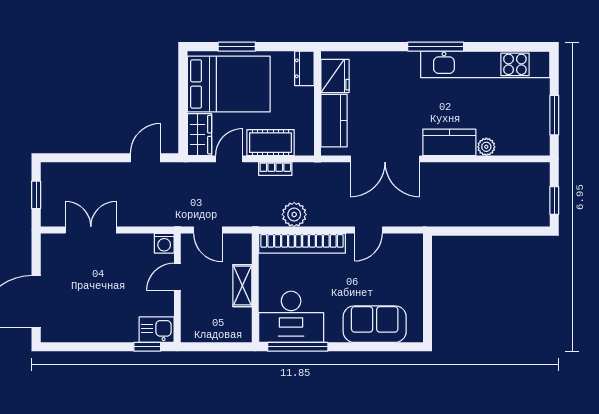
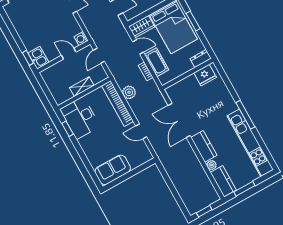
kitchen counter: (334, 121) -> (223, 181), moved, turned -90
sofa: (375, 324) -> (113, 170), moved, turned -90
window: (298, 347) -> (68, 129), width x0.46

